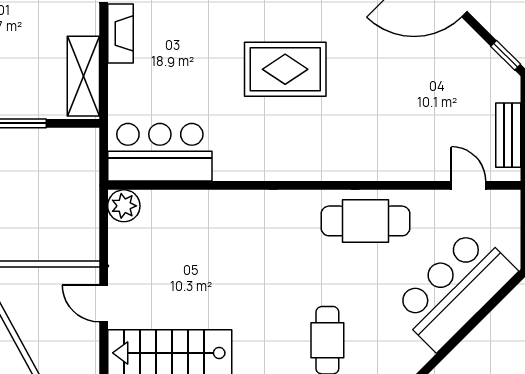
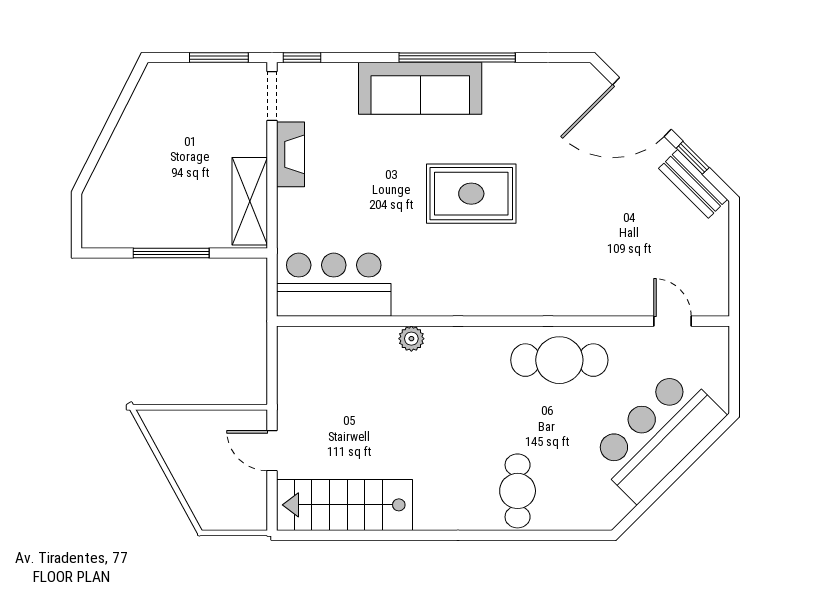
window: (506, 55) -> (693, 158), moved
bench: (508, 135) -> (693, 184), moved, turned -45
plant: (124, 206) -> (411, 339), moved, width x0.73, depth x0.73

